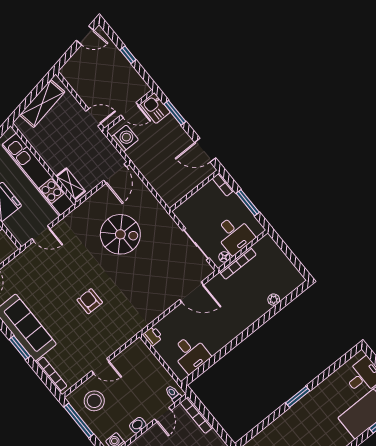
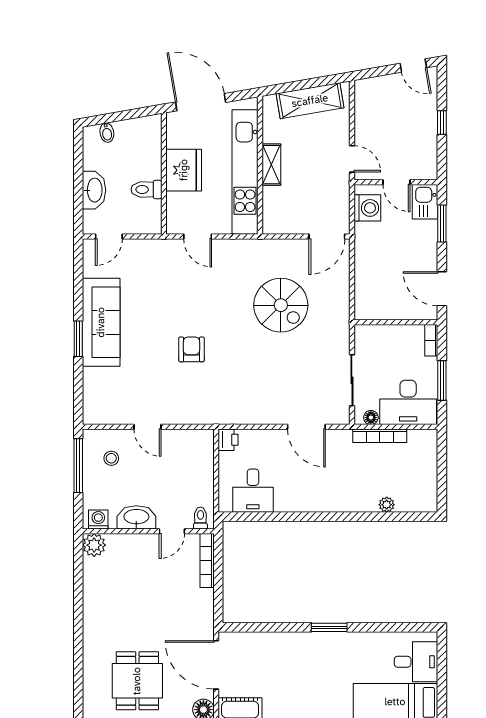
shelving: (71, 184) -> (271, 165), moved
desk: (234, 235) -> (408, 402), width x1.37
bookcase: (52, 374) -> (89, 394), removed
stool: (94, 401) -> (111, 458), width x0.53, depth x0.53
washbasin: (138, 425) -> (136, 517), width x1.91, depth x1.45

